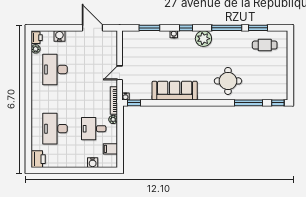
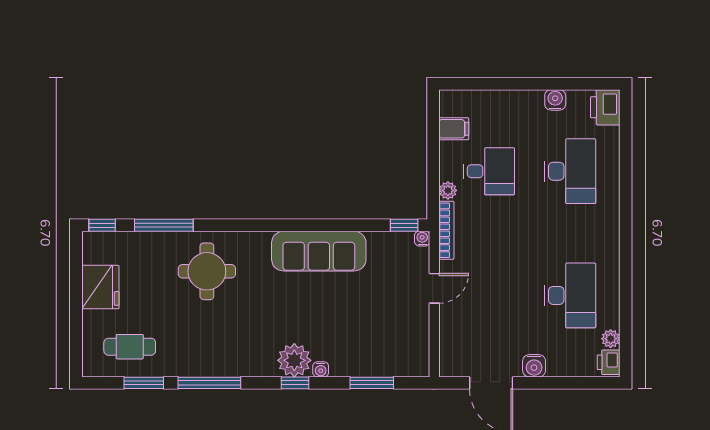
water cooler: (59, 36) -> (534, 366), moved
plant: (203, 39) -> (294, 360), moved
fridge: (279, 73) -> (100, 287), added
water cooler: (93, 163) -> (555, 100), moved

